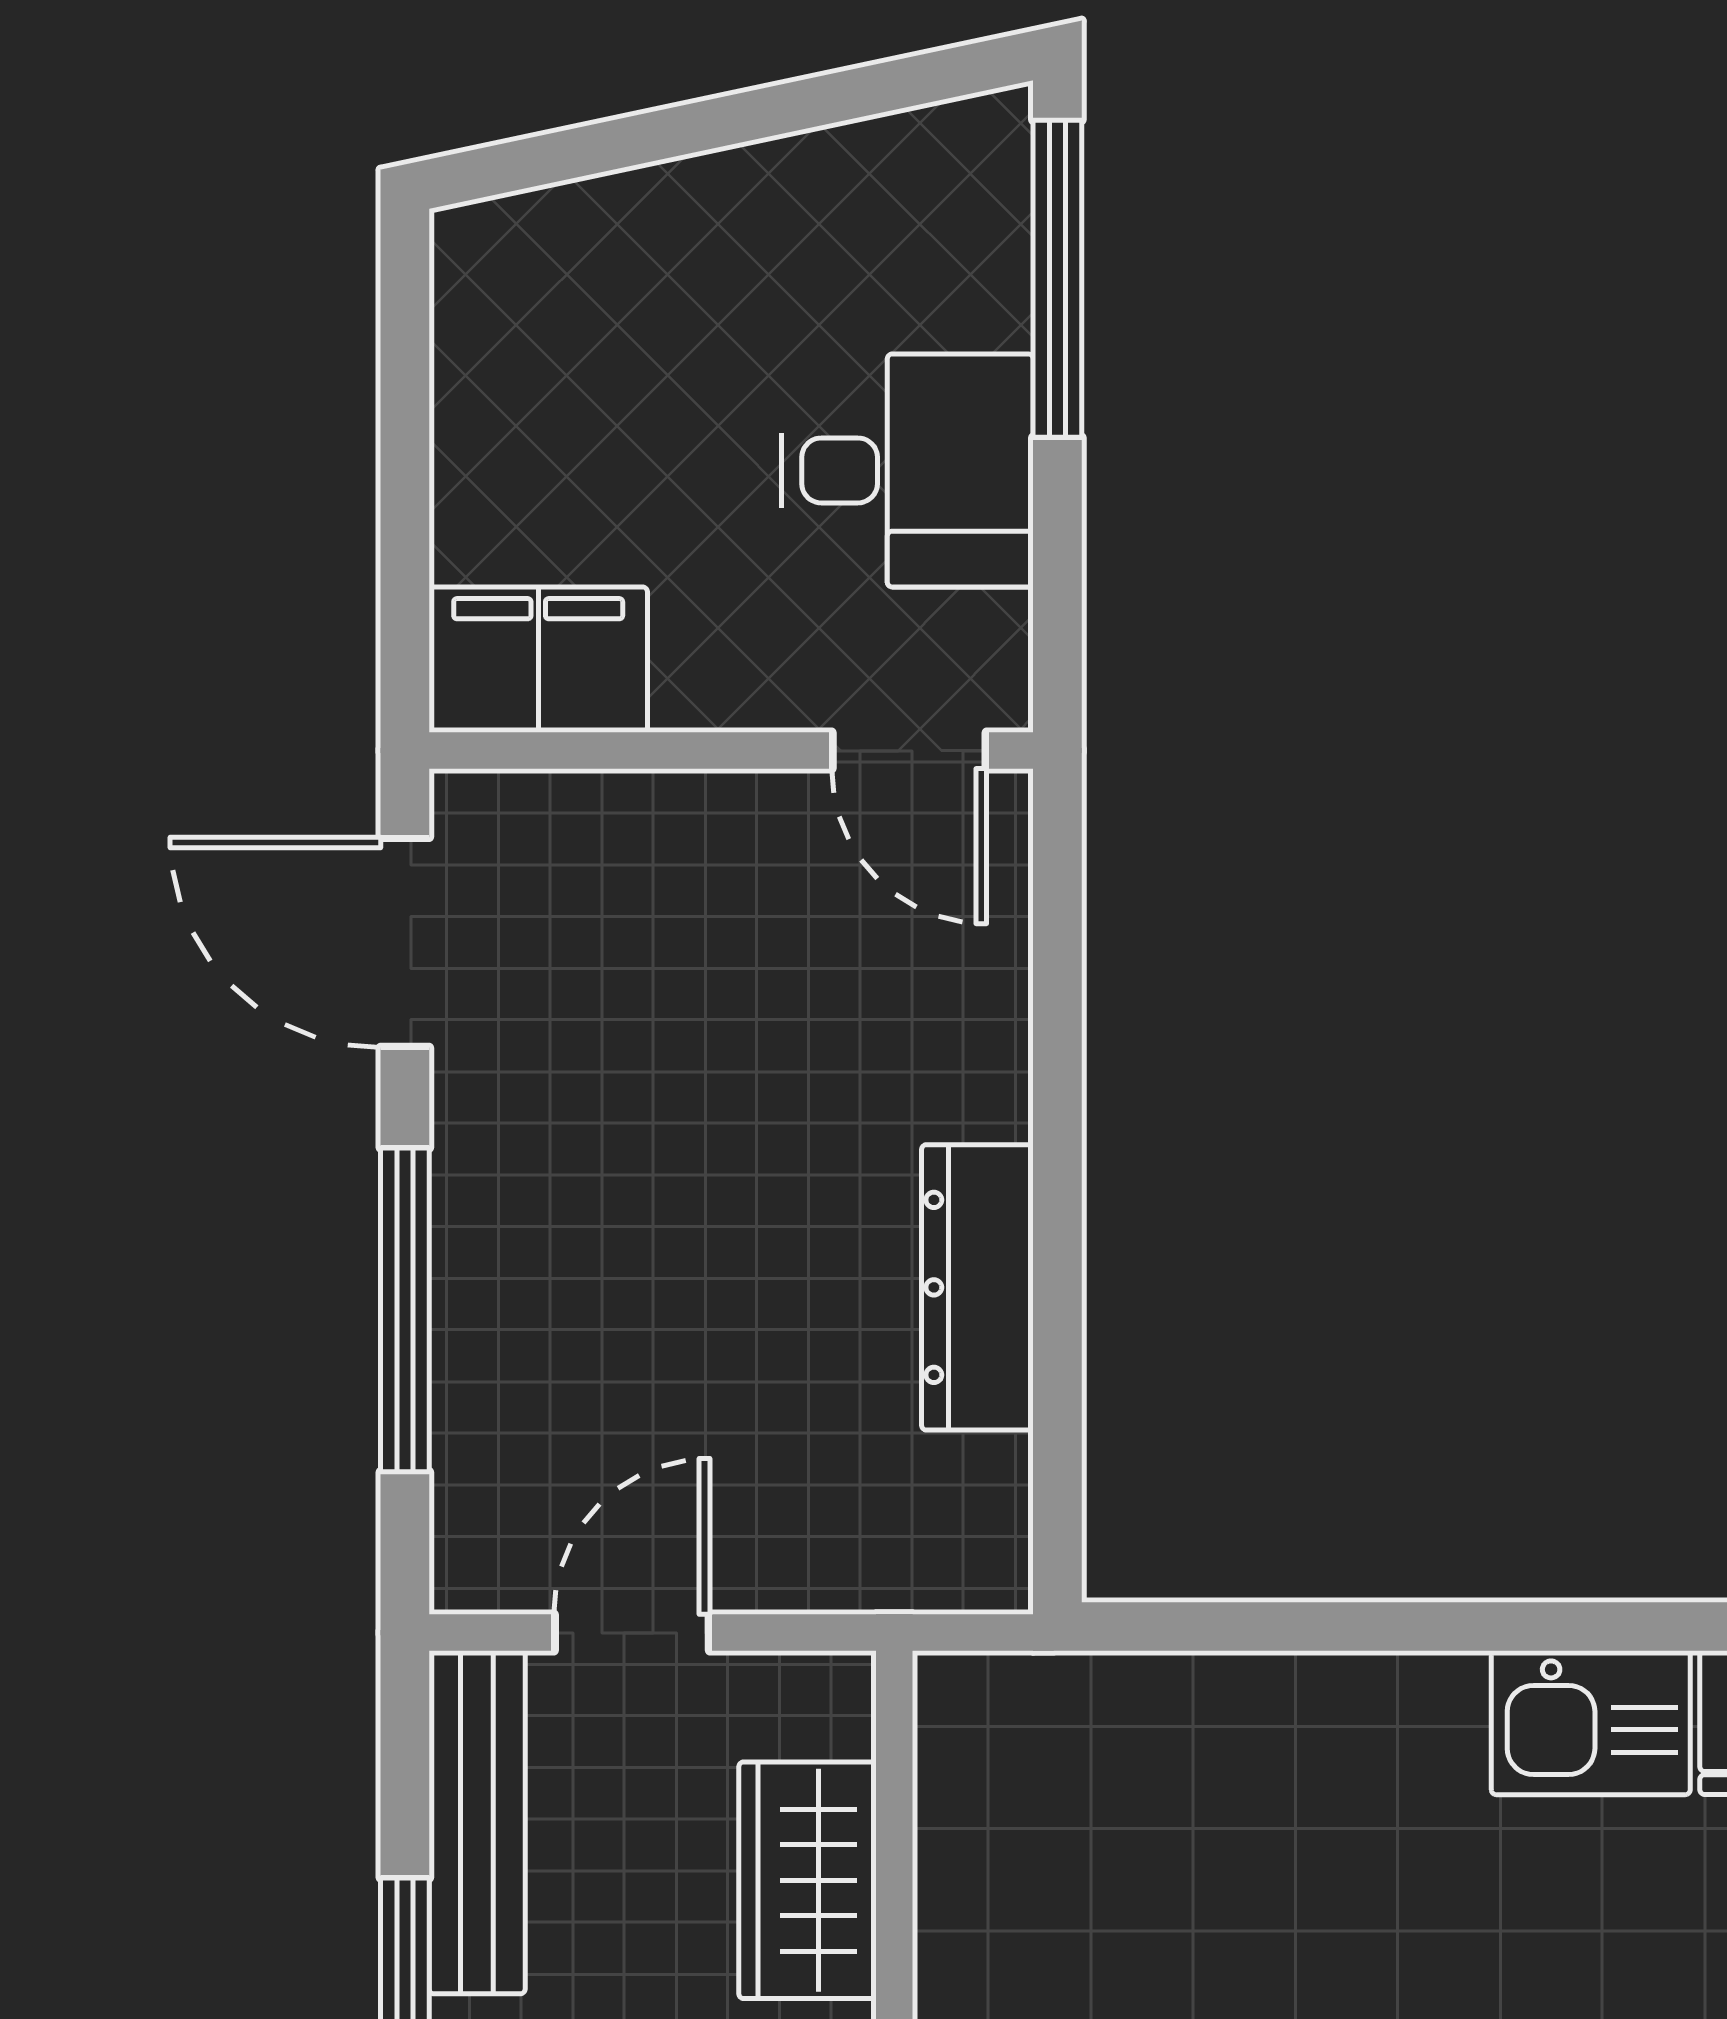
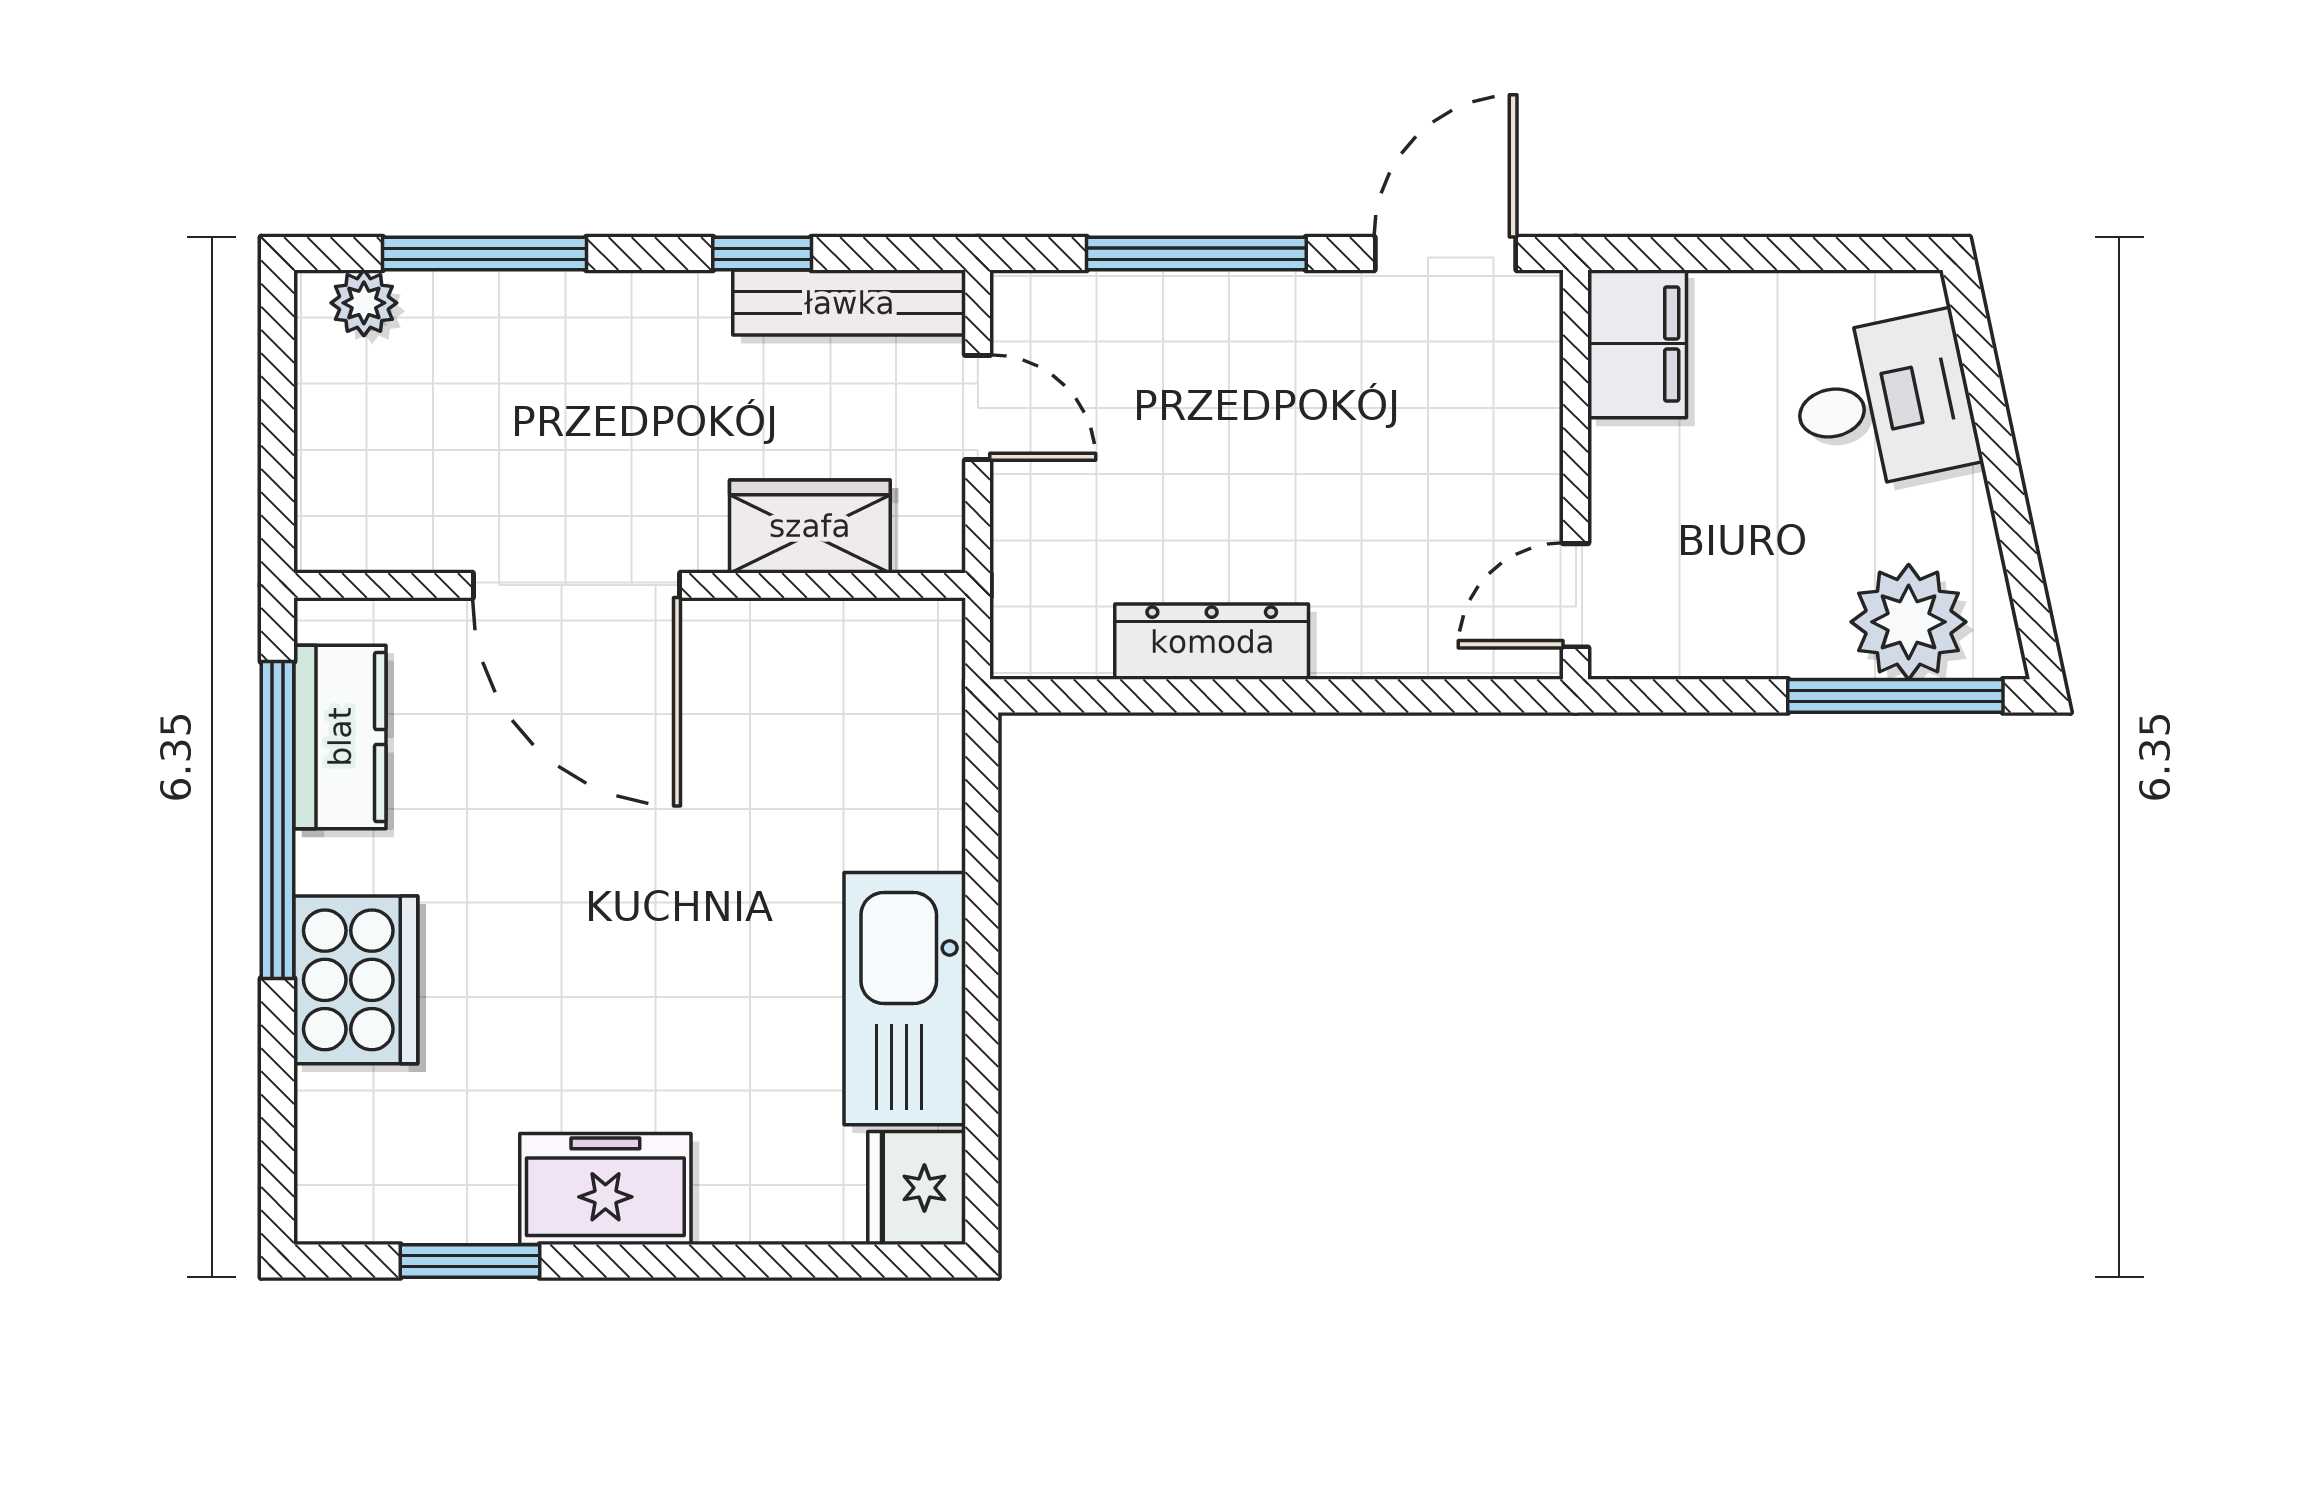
plant: (948, 259) -> (1909, 622), added
desk: (907, 470) -> (1884, 402), moved, turned -102
kitchen sink: (1591, 1723) -> (905, 999), width x1.87, depth x1.24

